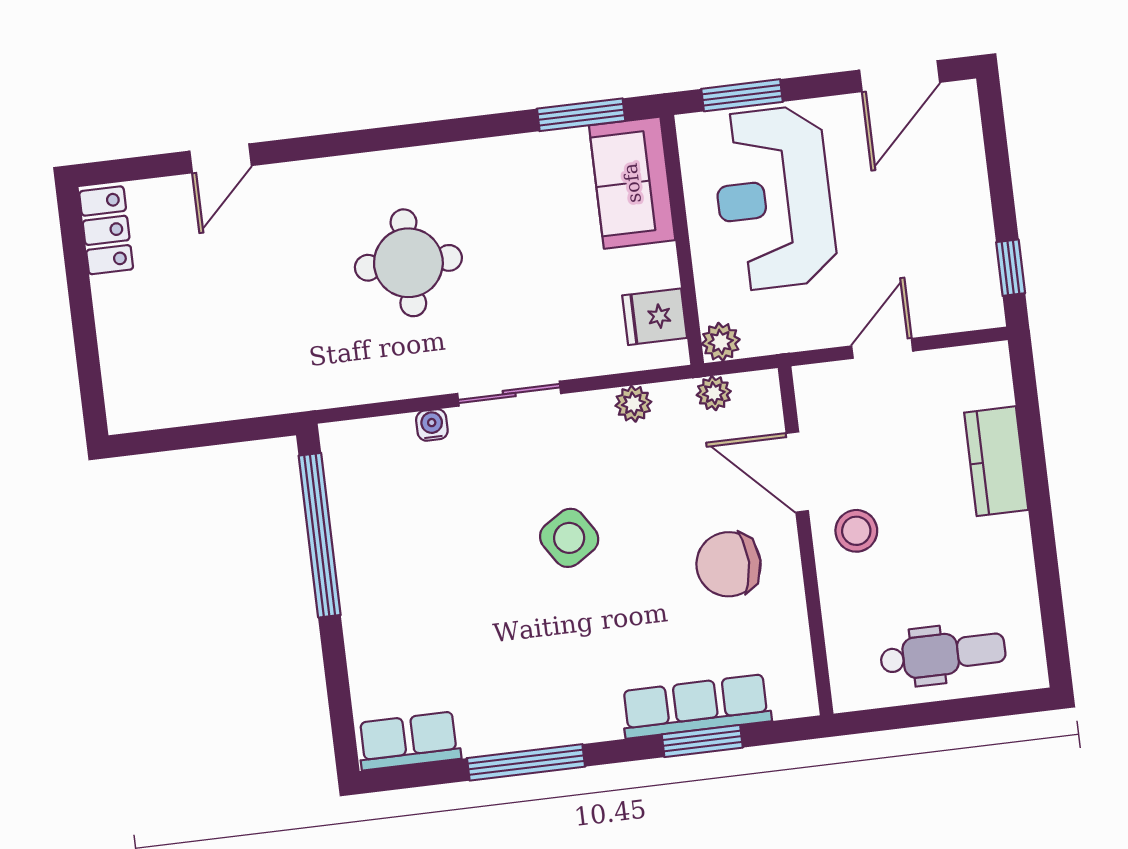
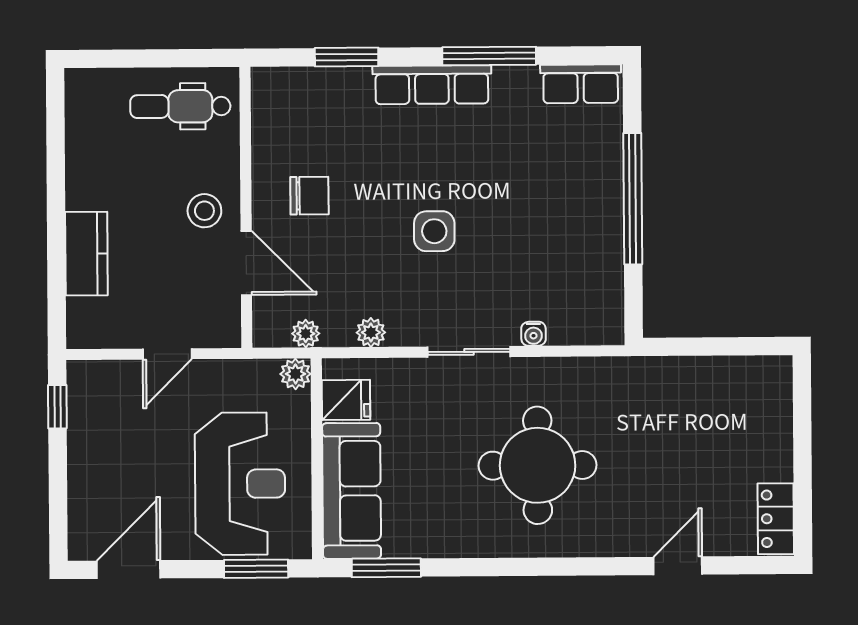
sofa: (632, 183) -> (352, 491), width x1.36
round table: (408, 263) -> (538, 465), width x1.36, depth x1.36
window: (320, 535) -> (633, 199), moved
side table: (569, 538) -> (434, 231), turned 33
chair: (729, 564) -> (309, 196), width x0.73, depth x0.73
dental chair: (943, 654) -> (180, 106), moved
row of seats: (696, 706) -> (432, 85), moved

